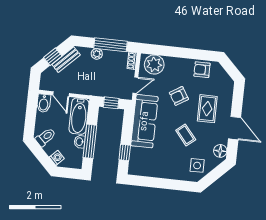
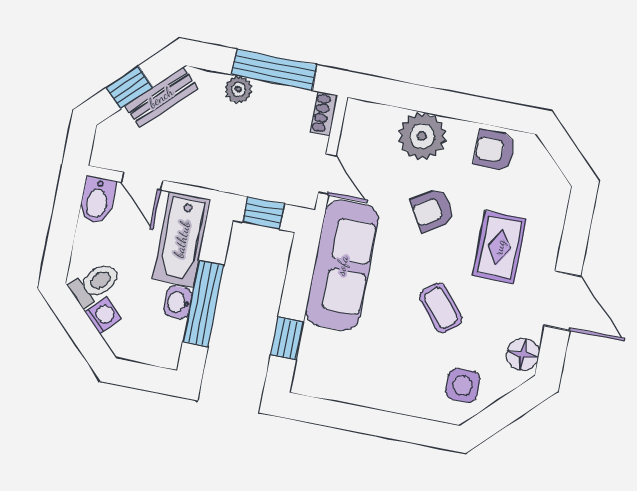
plant: (154, 65) -> (422, 136), moved
door: (135, 85) -> (327, 174), hinge flipped
washing machine: (57, 158) -> (103, 315), moved

